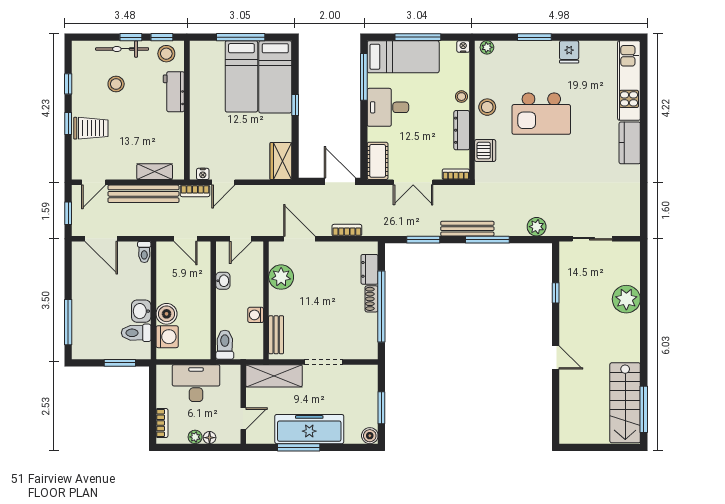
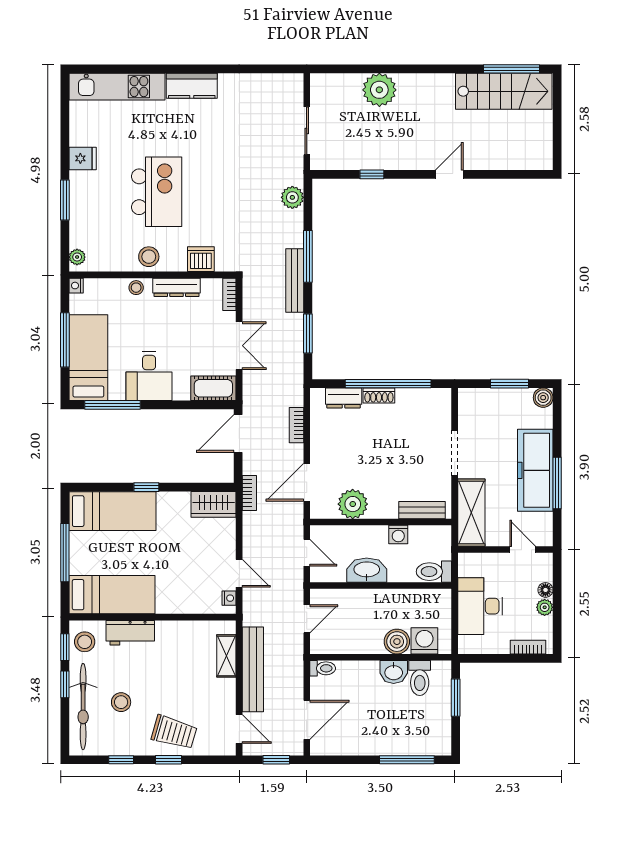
bicycle: (122, 49) -> (83, 707), width x1.37, depth x1.40
bed: (241, 76) -> (112, 595), moved
trolley: (91, 128) -> (174, 732), turned 106
bookcase: (195, 191) -> (249, 493), moved
washbasin: (223, 281) -> (367, 570), width x1.91, depth x1.45

